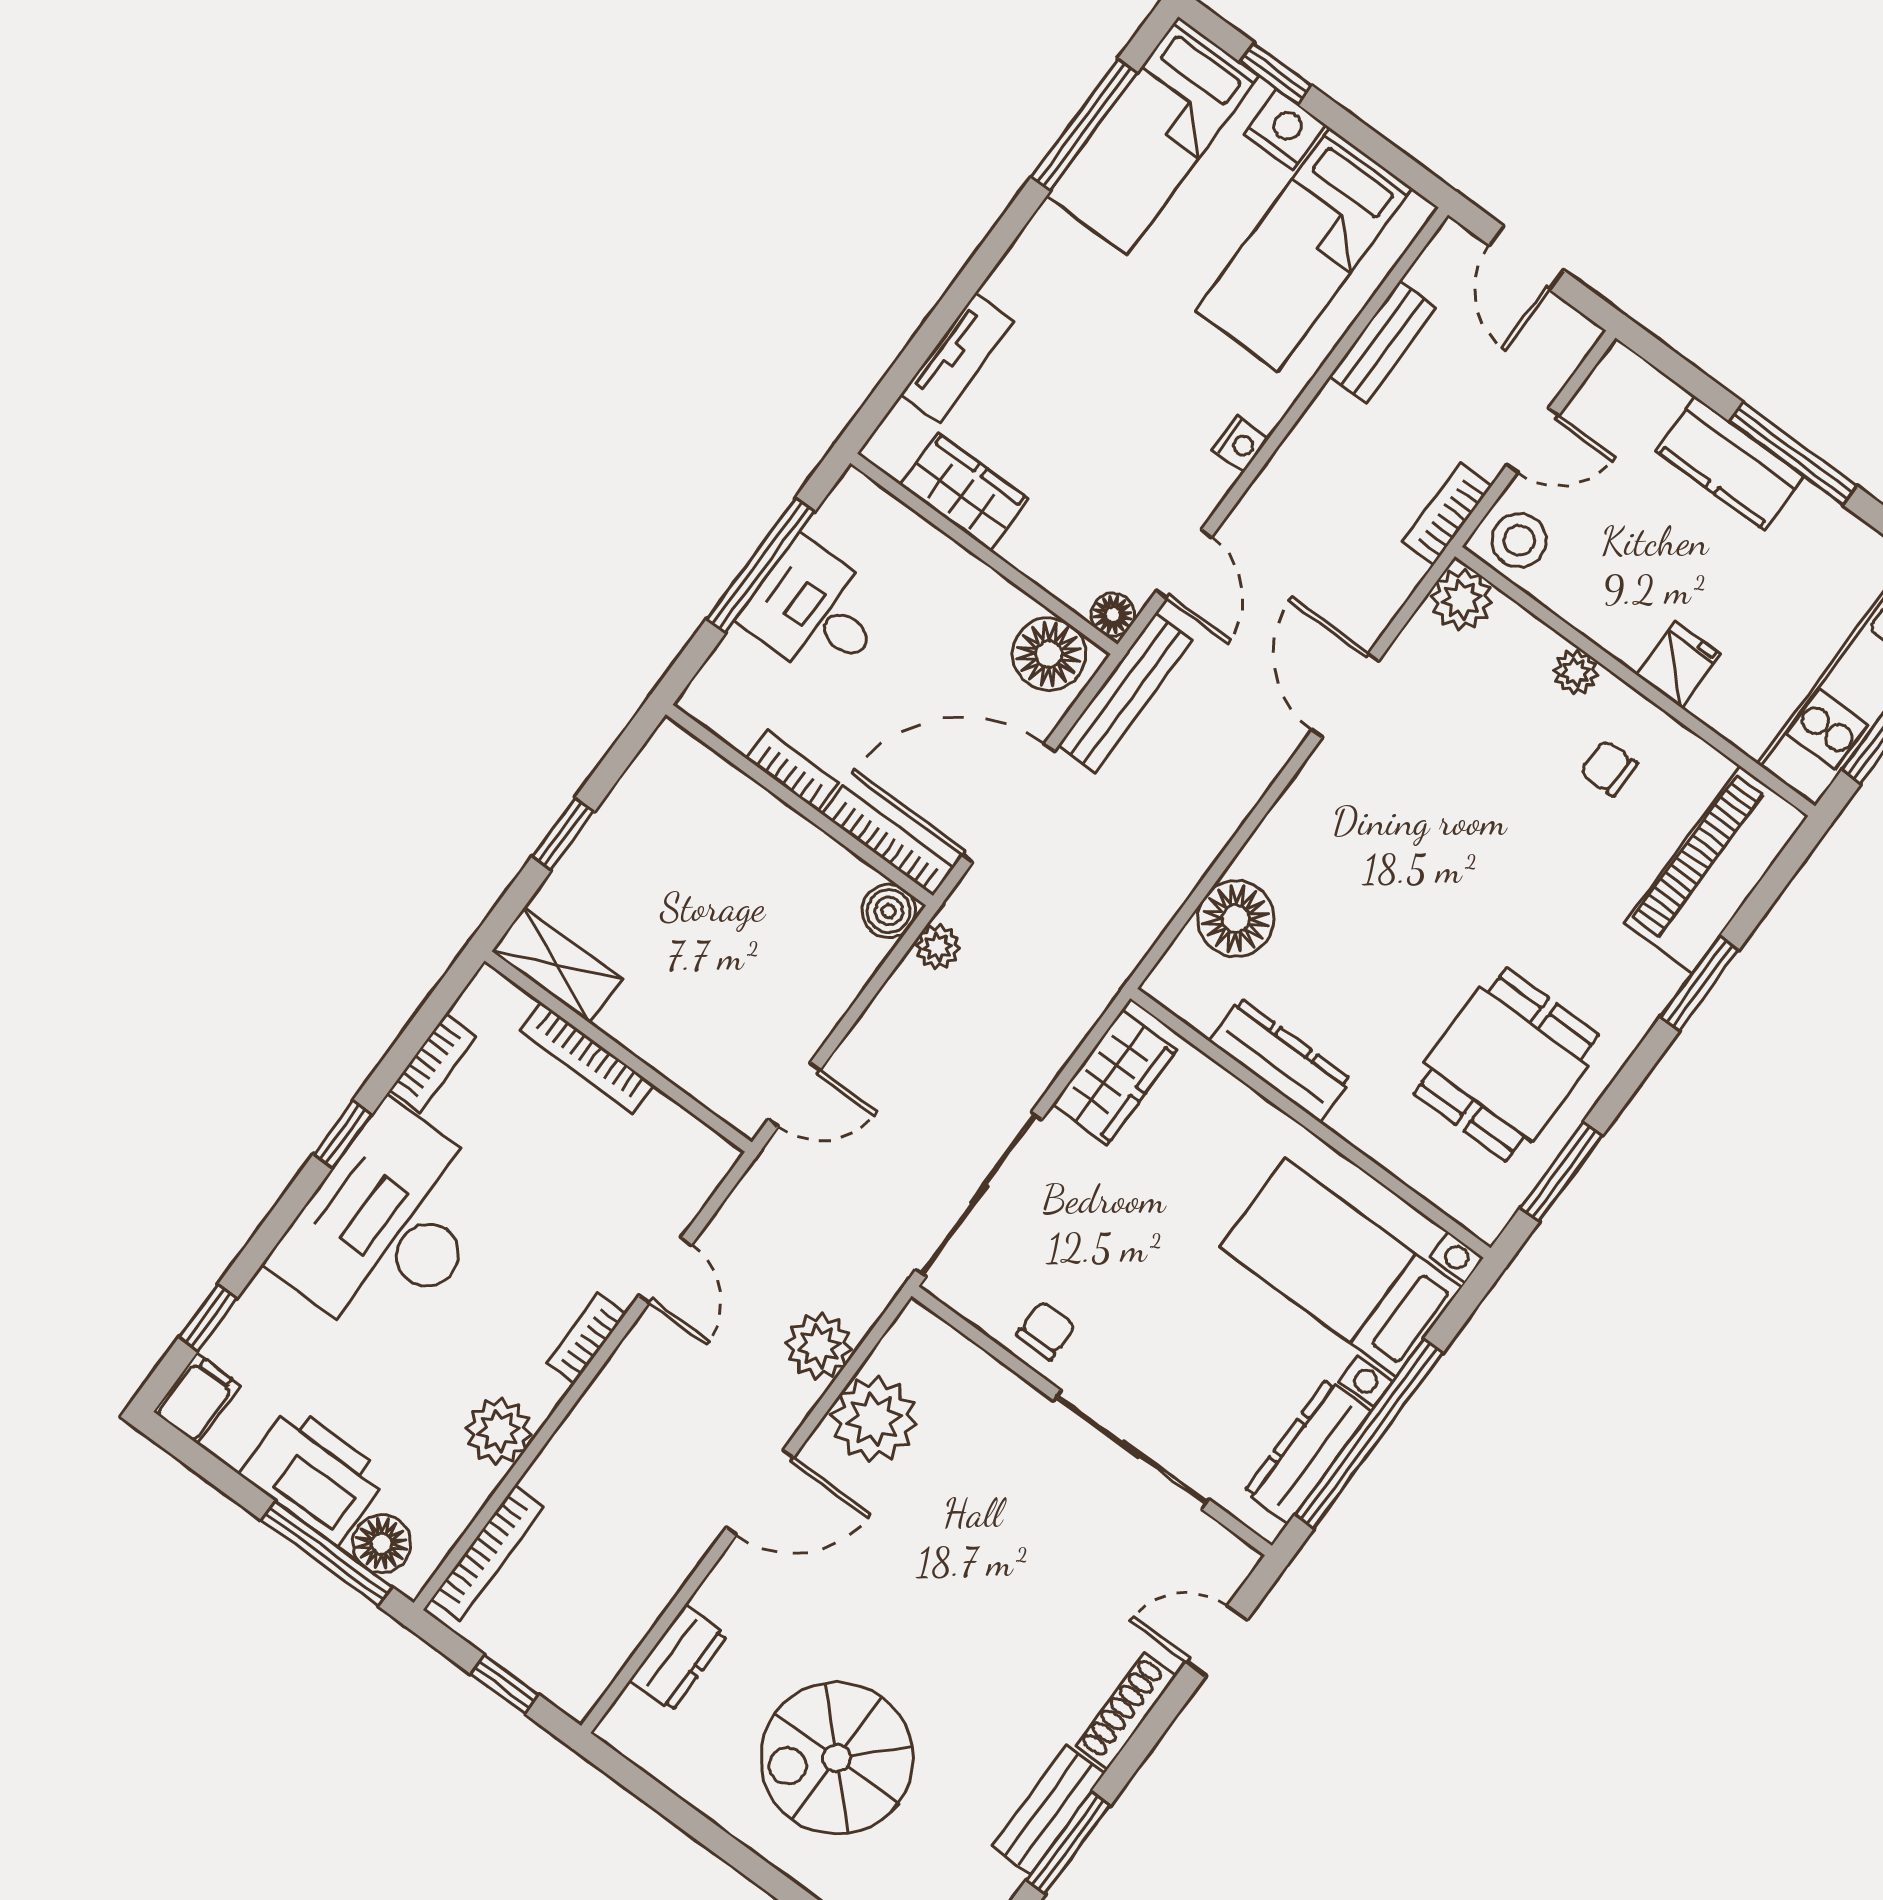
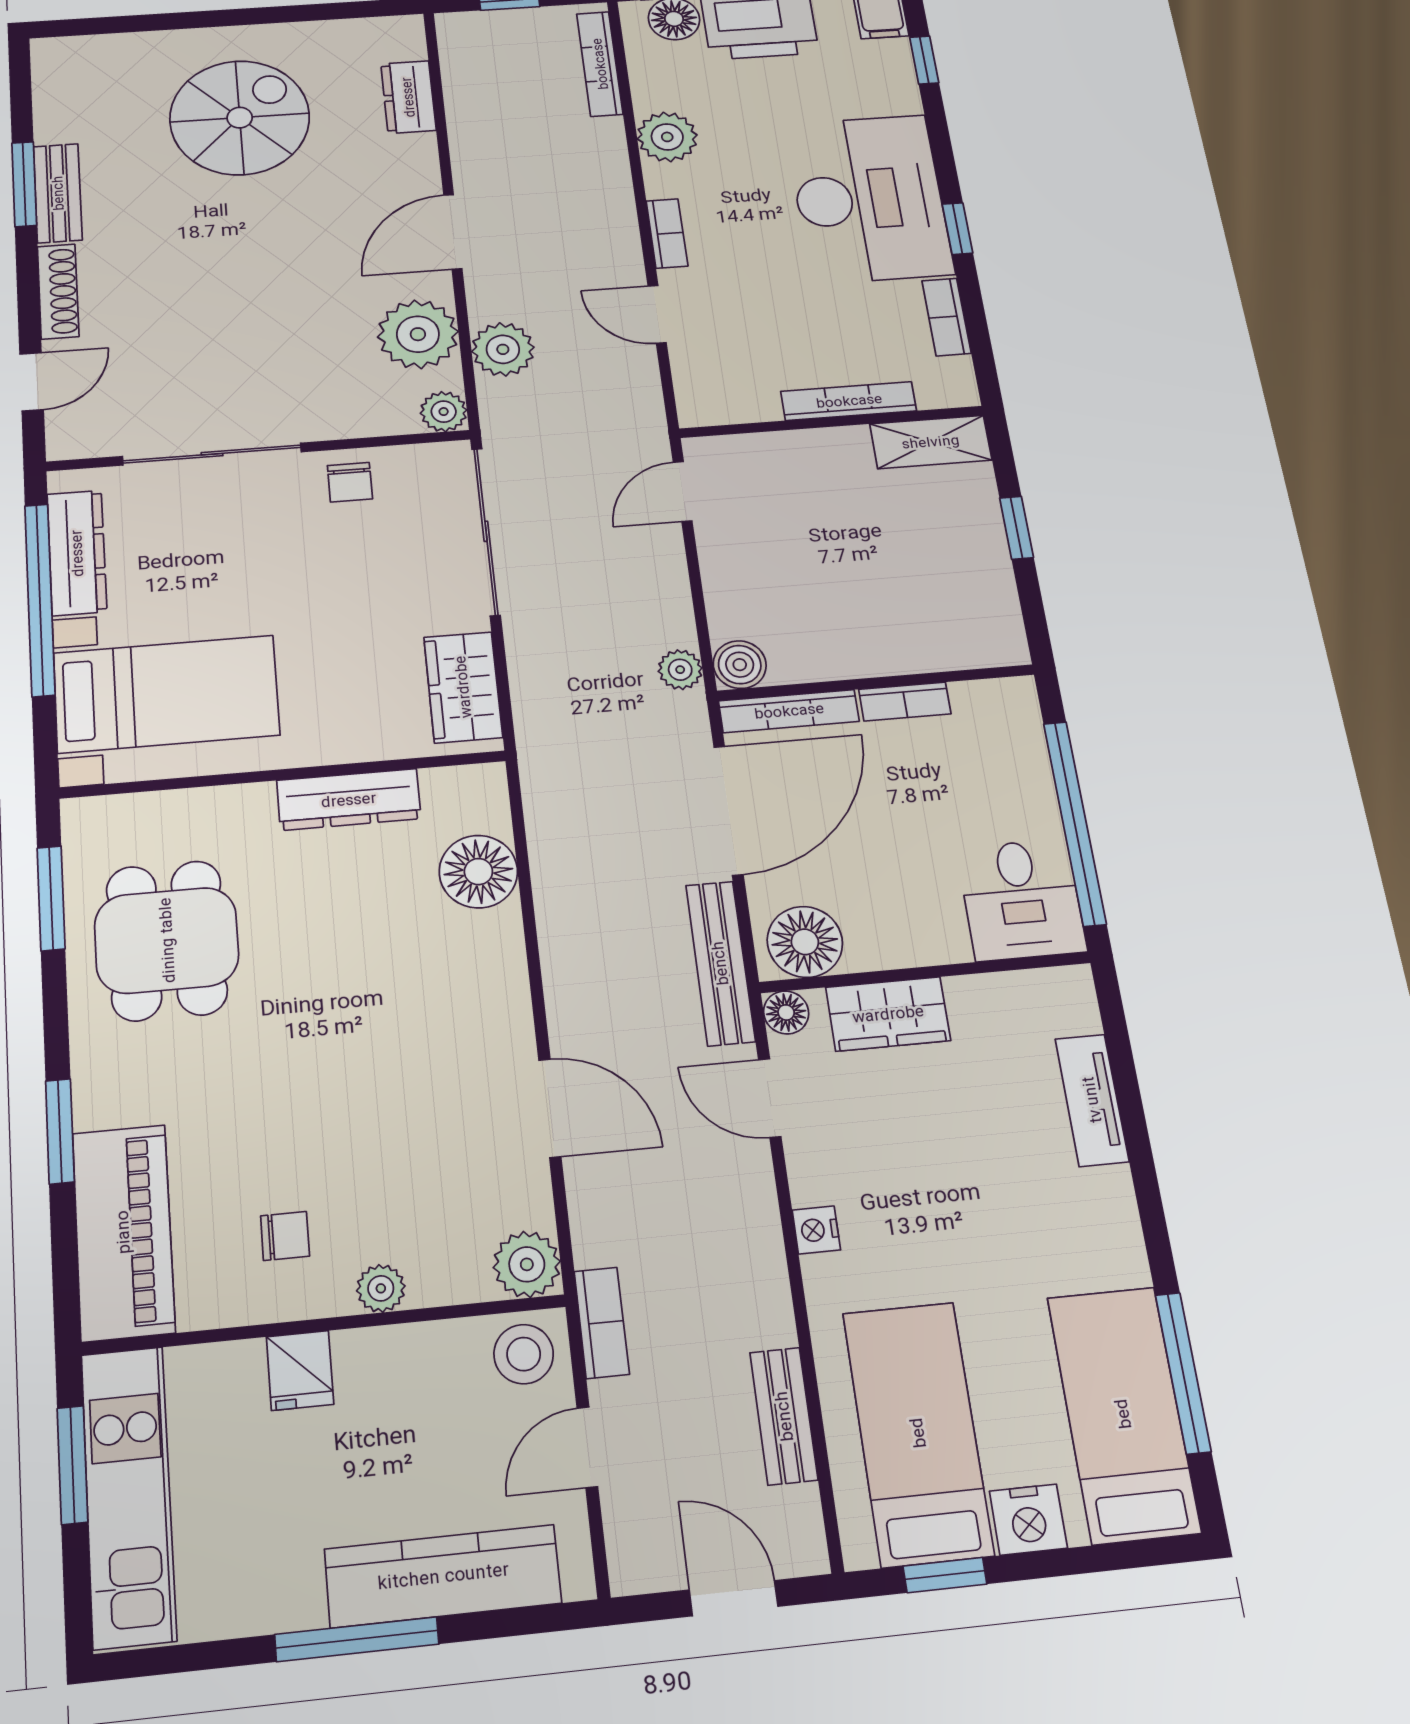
window: (1276, 73) -> (945, 1575), moved
kitchen counter: (1730, 463) -> (443, 1576), width x1.50
wardrobe: (964, 492) -> (888, 1014), moved
window: (761, 565) -> (1075, 823), width x1.46
desk: (815, 612) -> (1021, 900), moved, turned 90
plant: (917, 1330) -> (444, 412), added

